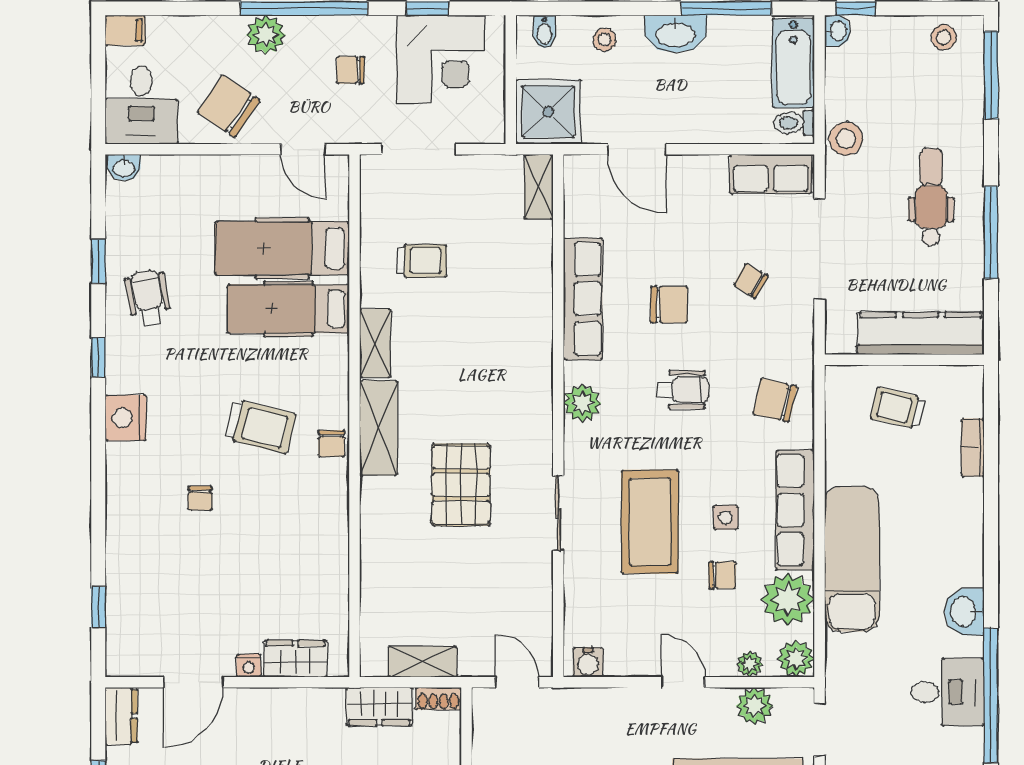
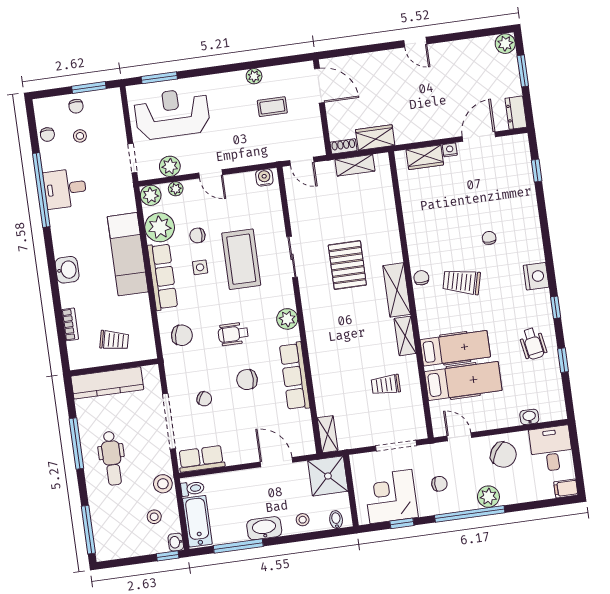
stool: (944, 37) -> (154, 517), moved
washbasin: (124, 168) -> (529, 417), moved
washbasin: (964, 612) -> (67, 270), moved

